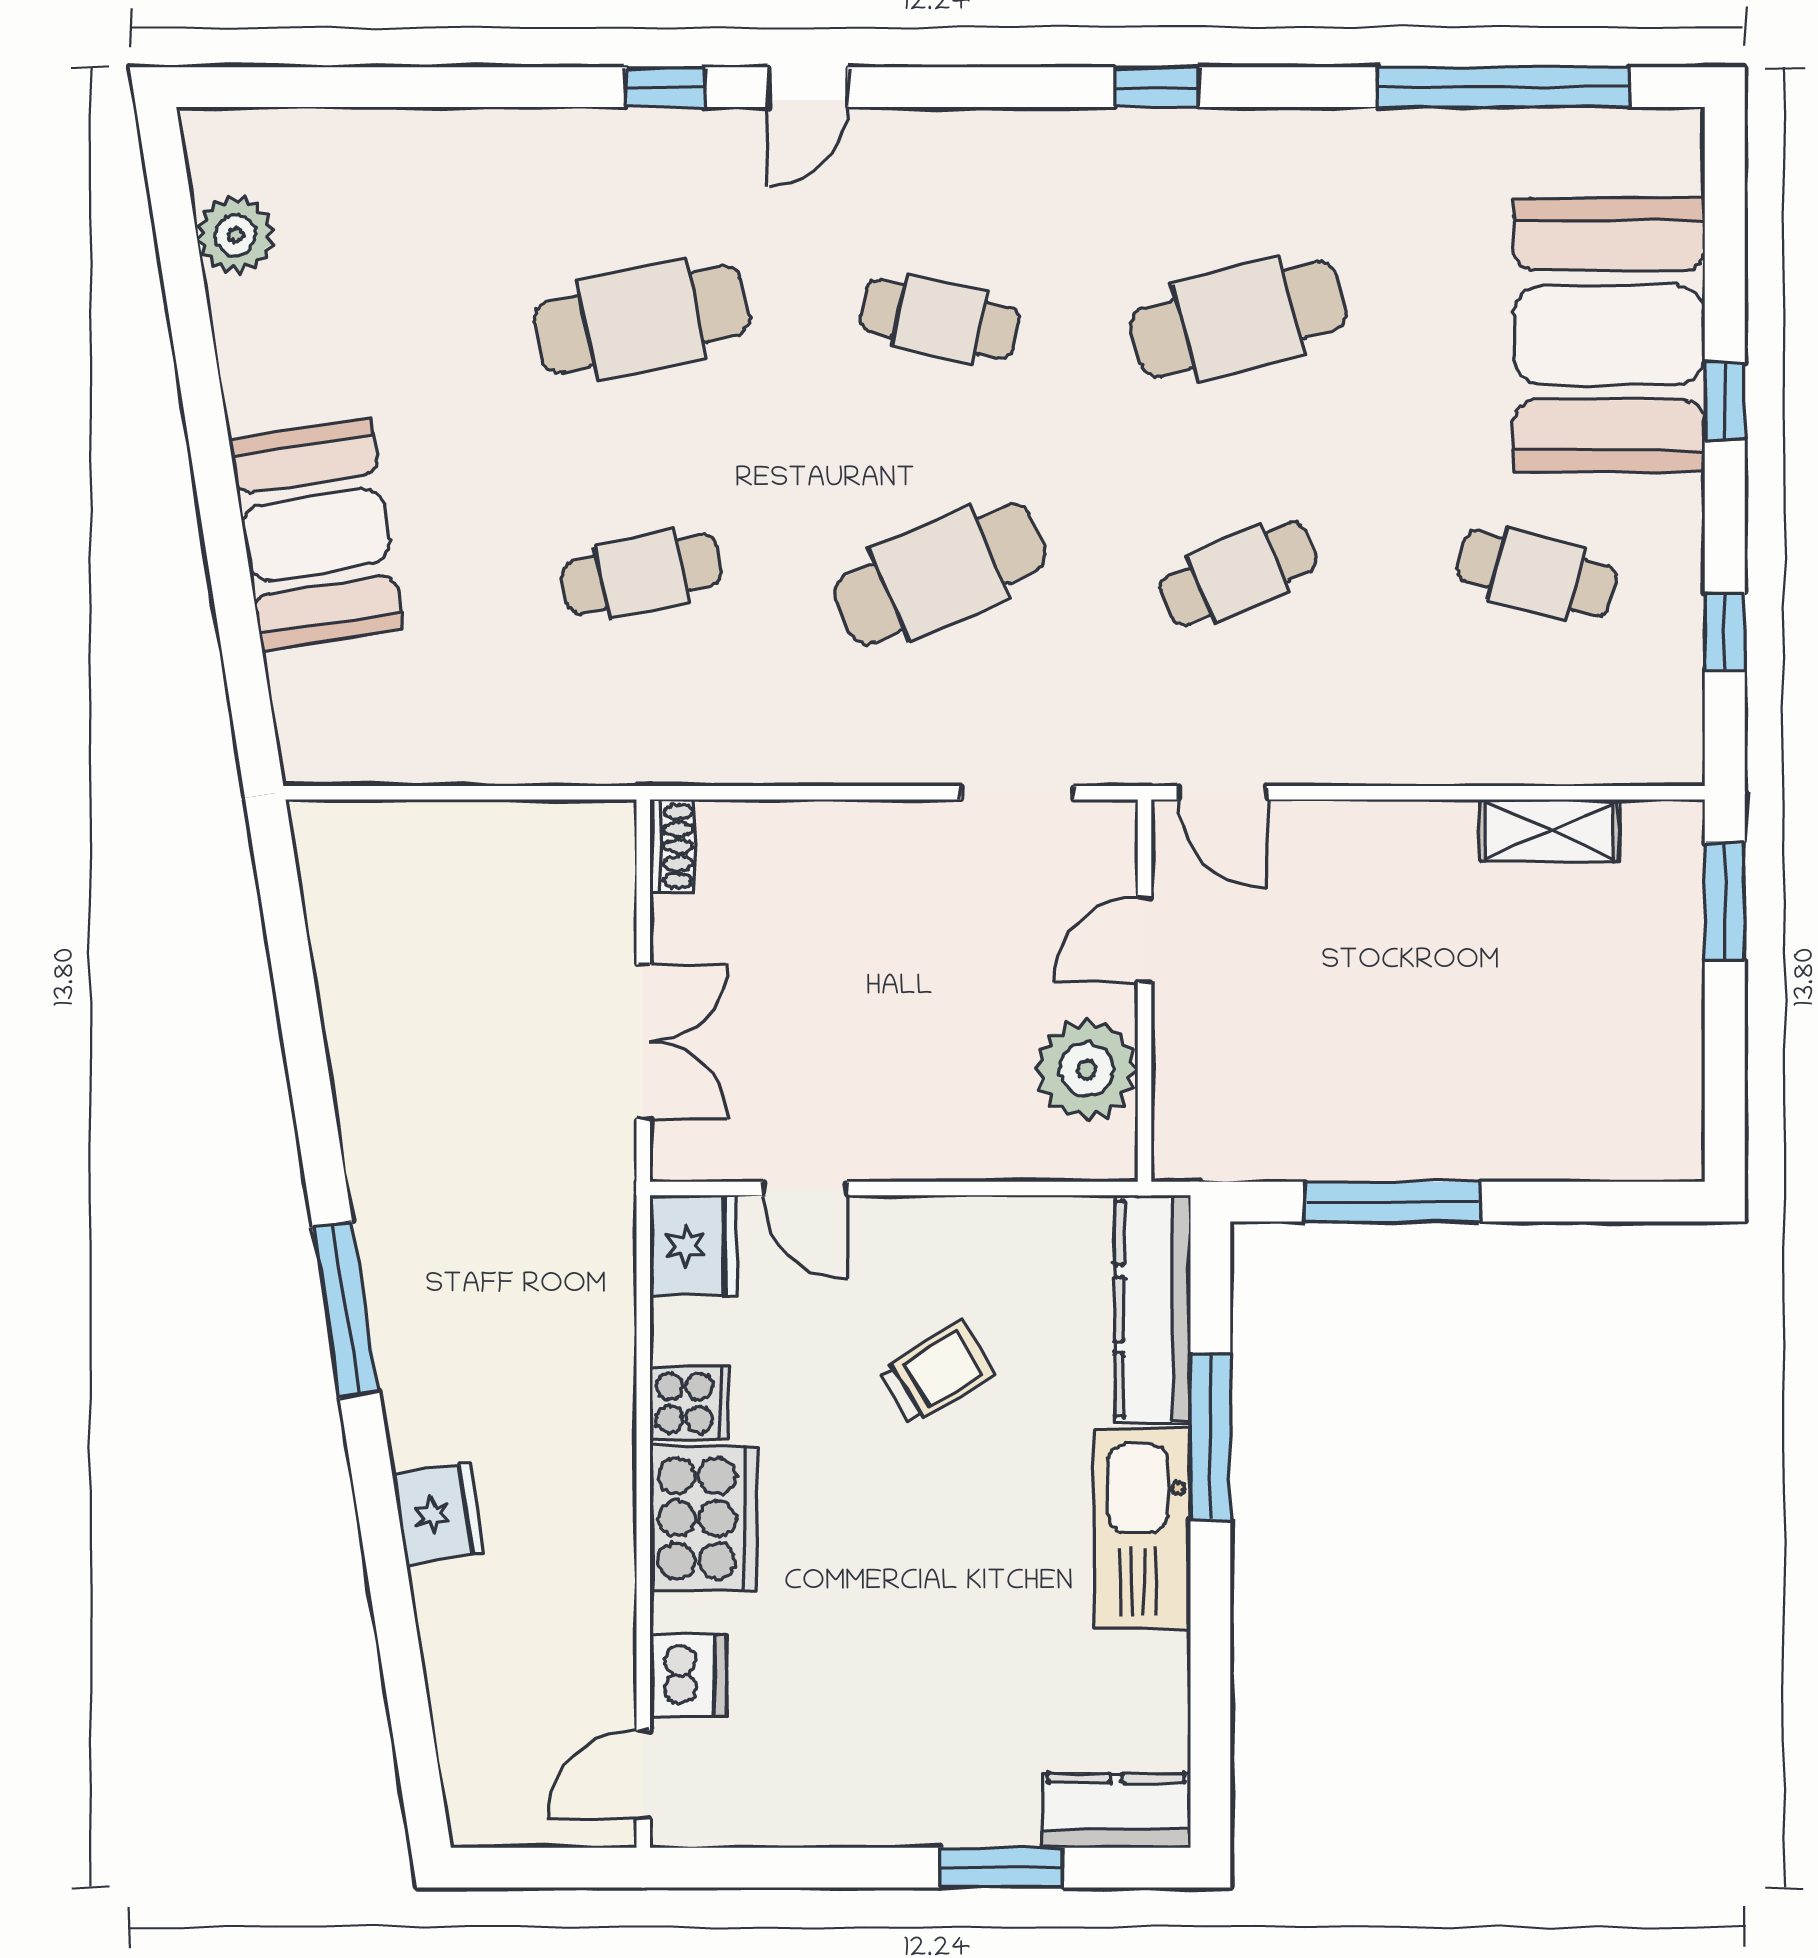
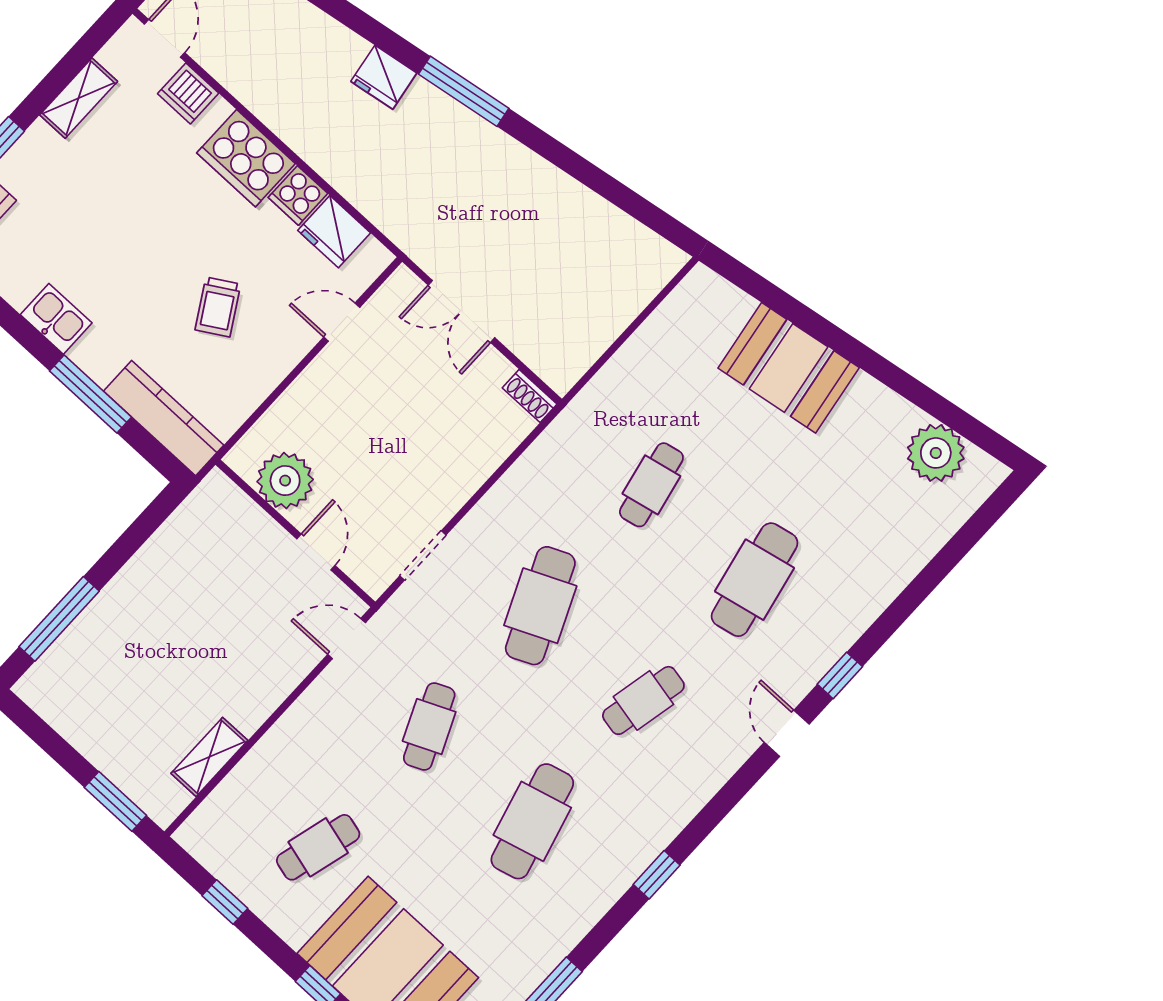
plant: (235, 235) -> (936, 453), width x1.36, depth x1.36
window: (1393, 1202) -> (59, 619), moved
fridge: (693, 1245) -> (334, 232), moved
fridge: (438, 1514) -> (384, 77), moved
kitchen sink: (1143, 1528) -> (56, 319), width x0.53, depth x0.81
shelving: (829, 1816) -> (79, 98), added

